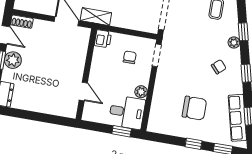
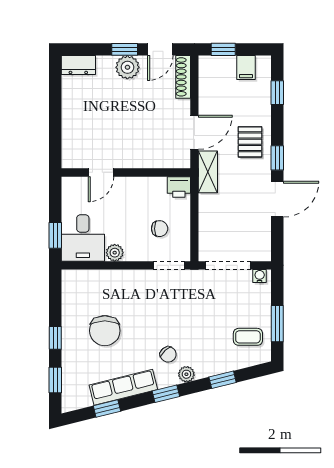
shoe rack: (22, 22) -> (183, 77), width x1.43
plant: (234, 43) -> (186, 374), moved
row of seats: (237, 118) -> (123, 387), moved

